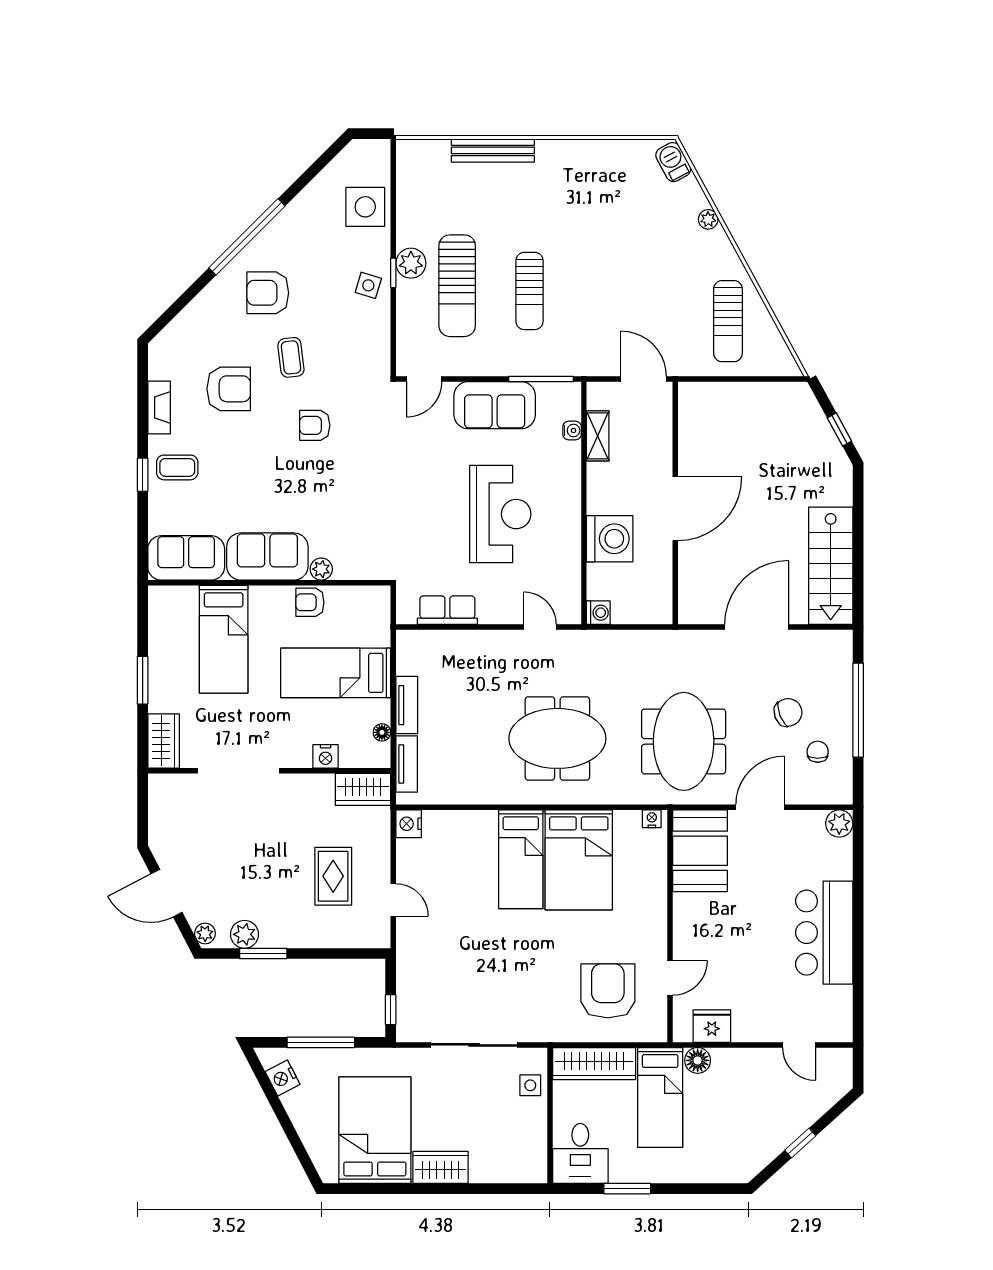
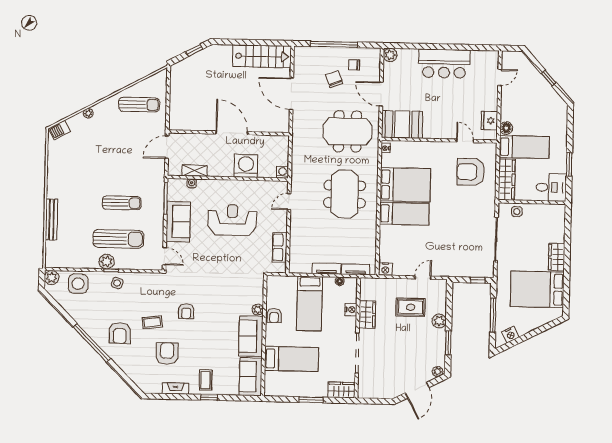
plant: (376, 153) -> (52, 278), added
wardrobe: (363, 789) -> (367, 314), moved
plant: (244, 934) -> (439, 321), moved

